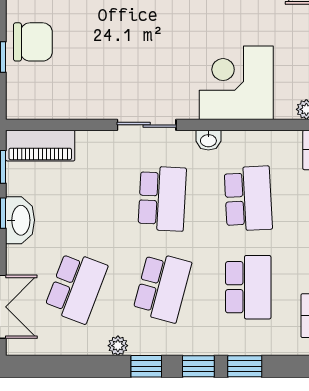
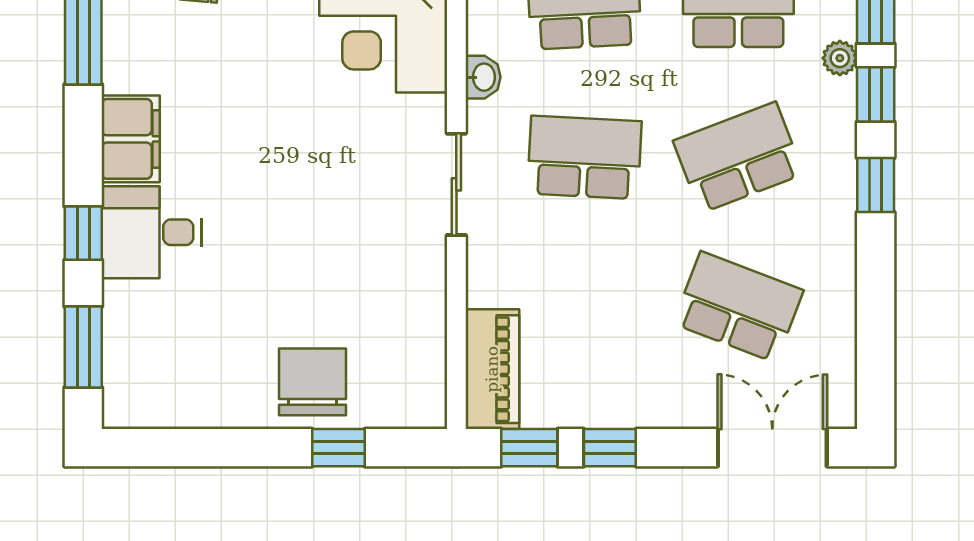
washbasin: (20, 220) -> (622, 404), removed
school desk: (162, 287) -> (738, 157), turned -36
plant: (118, 346) -> (840, 58), moved

